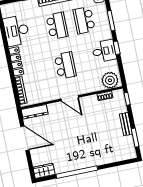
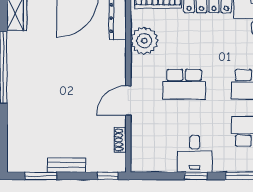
plant: (110, 80) -> (144, 41), moved
door: (70, 98) -> (128, 101), moved

